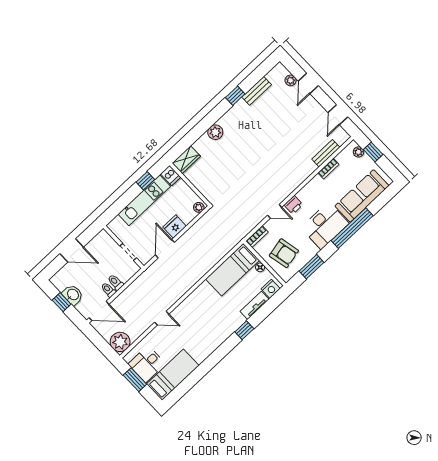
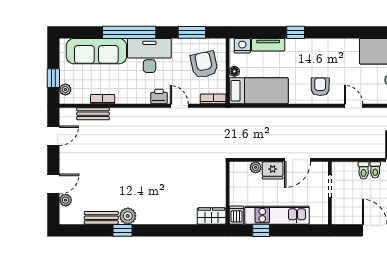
plant: (215, 132) -> (128, 216), moved
plant: (199, 207) -> (256, 167), moved
armchair: (195, 310) -> (320, 87), added

